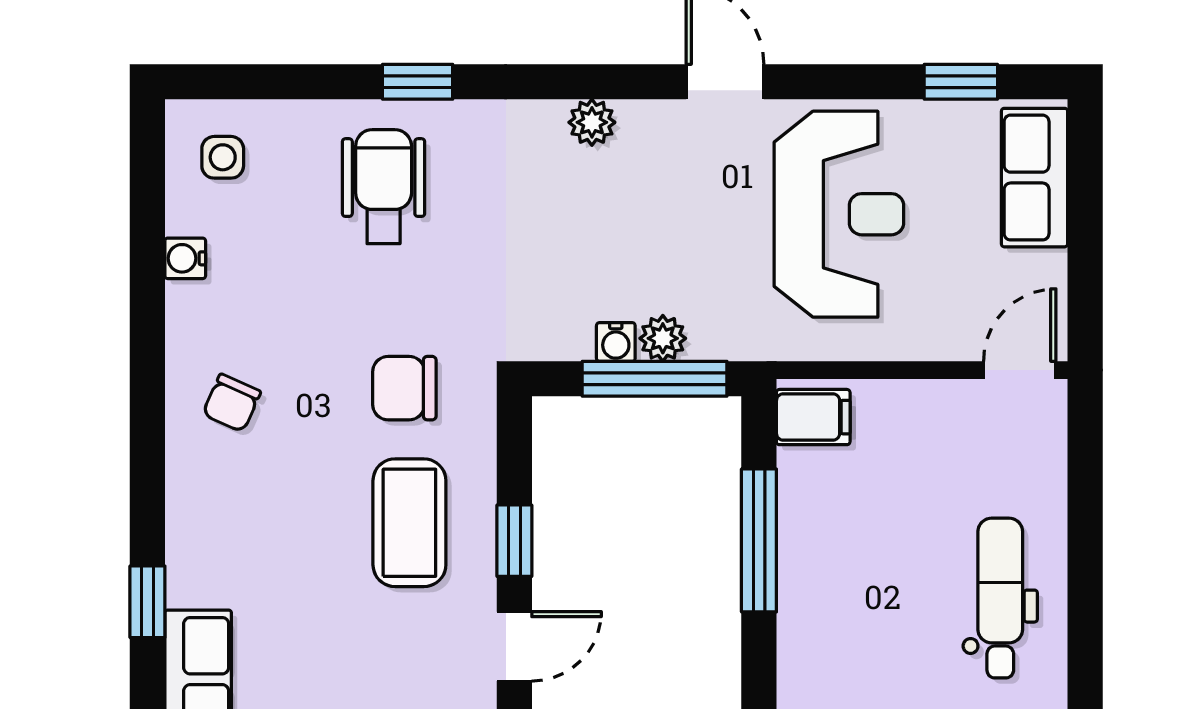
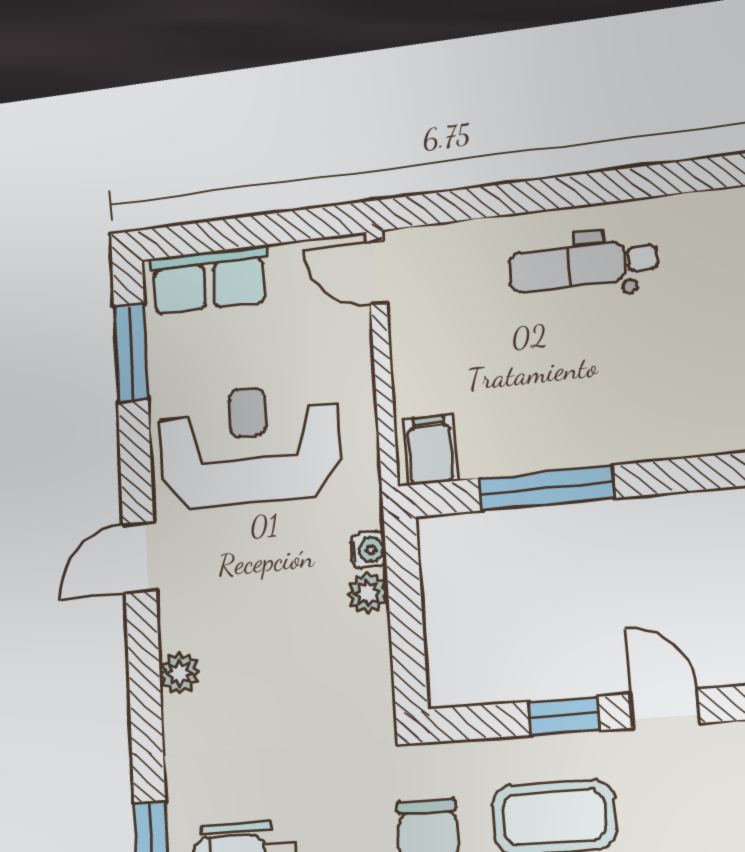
window: (961, 82) -> (131, 352), width x1.50
water cooler: (616, 342) -> (368, 550), moved
window: (655, 379) -> (405, 597), removed

